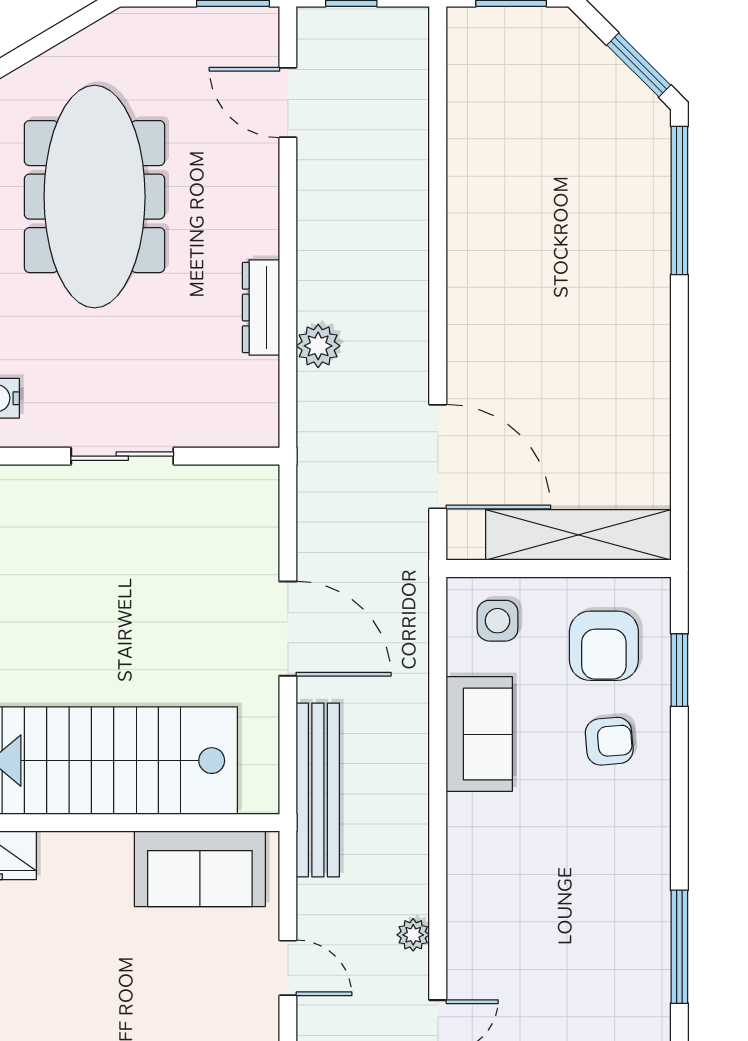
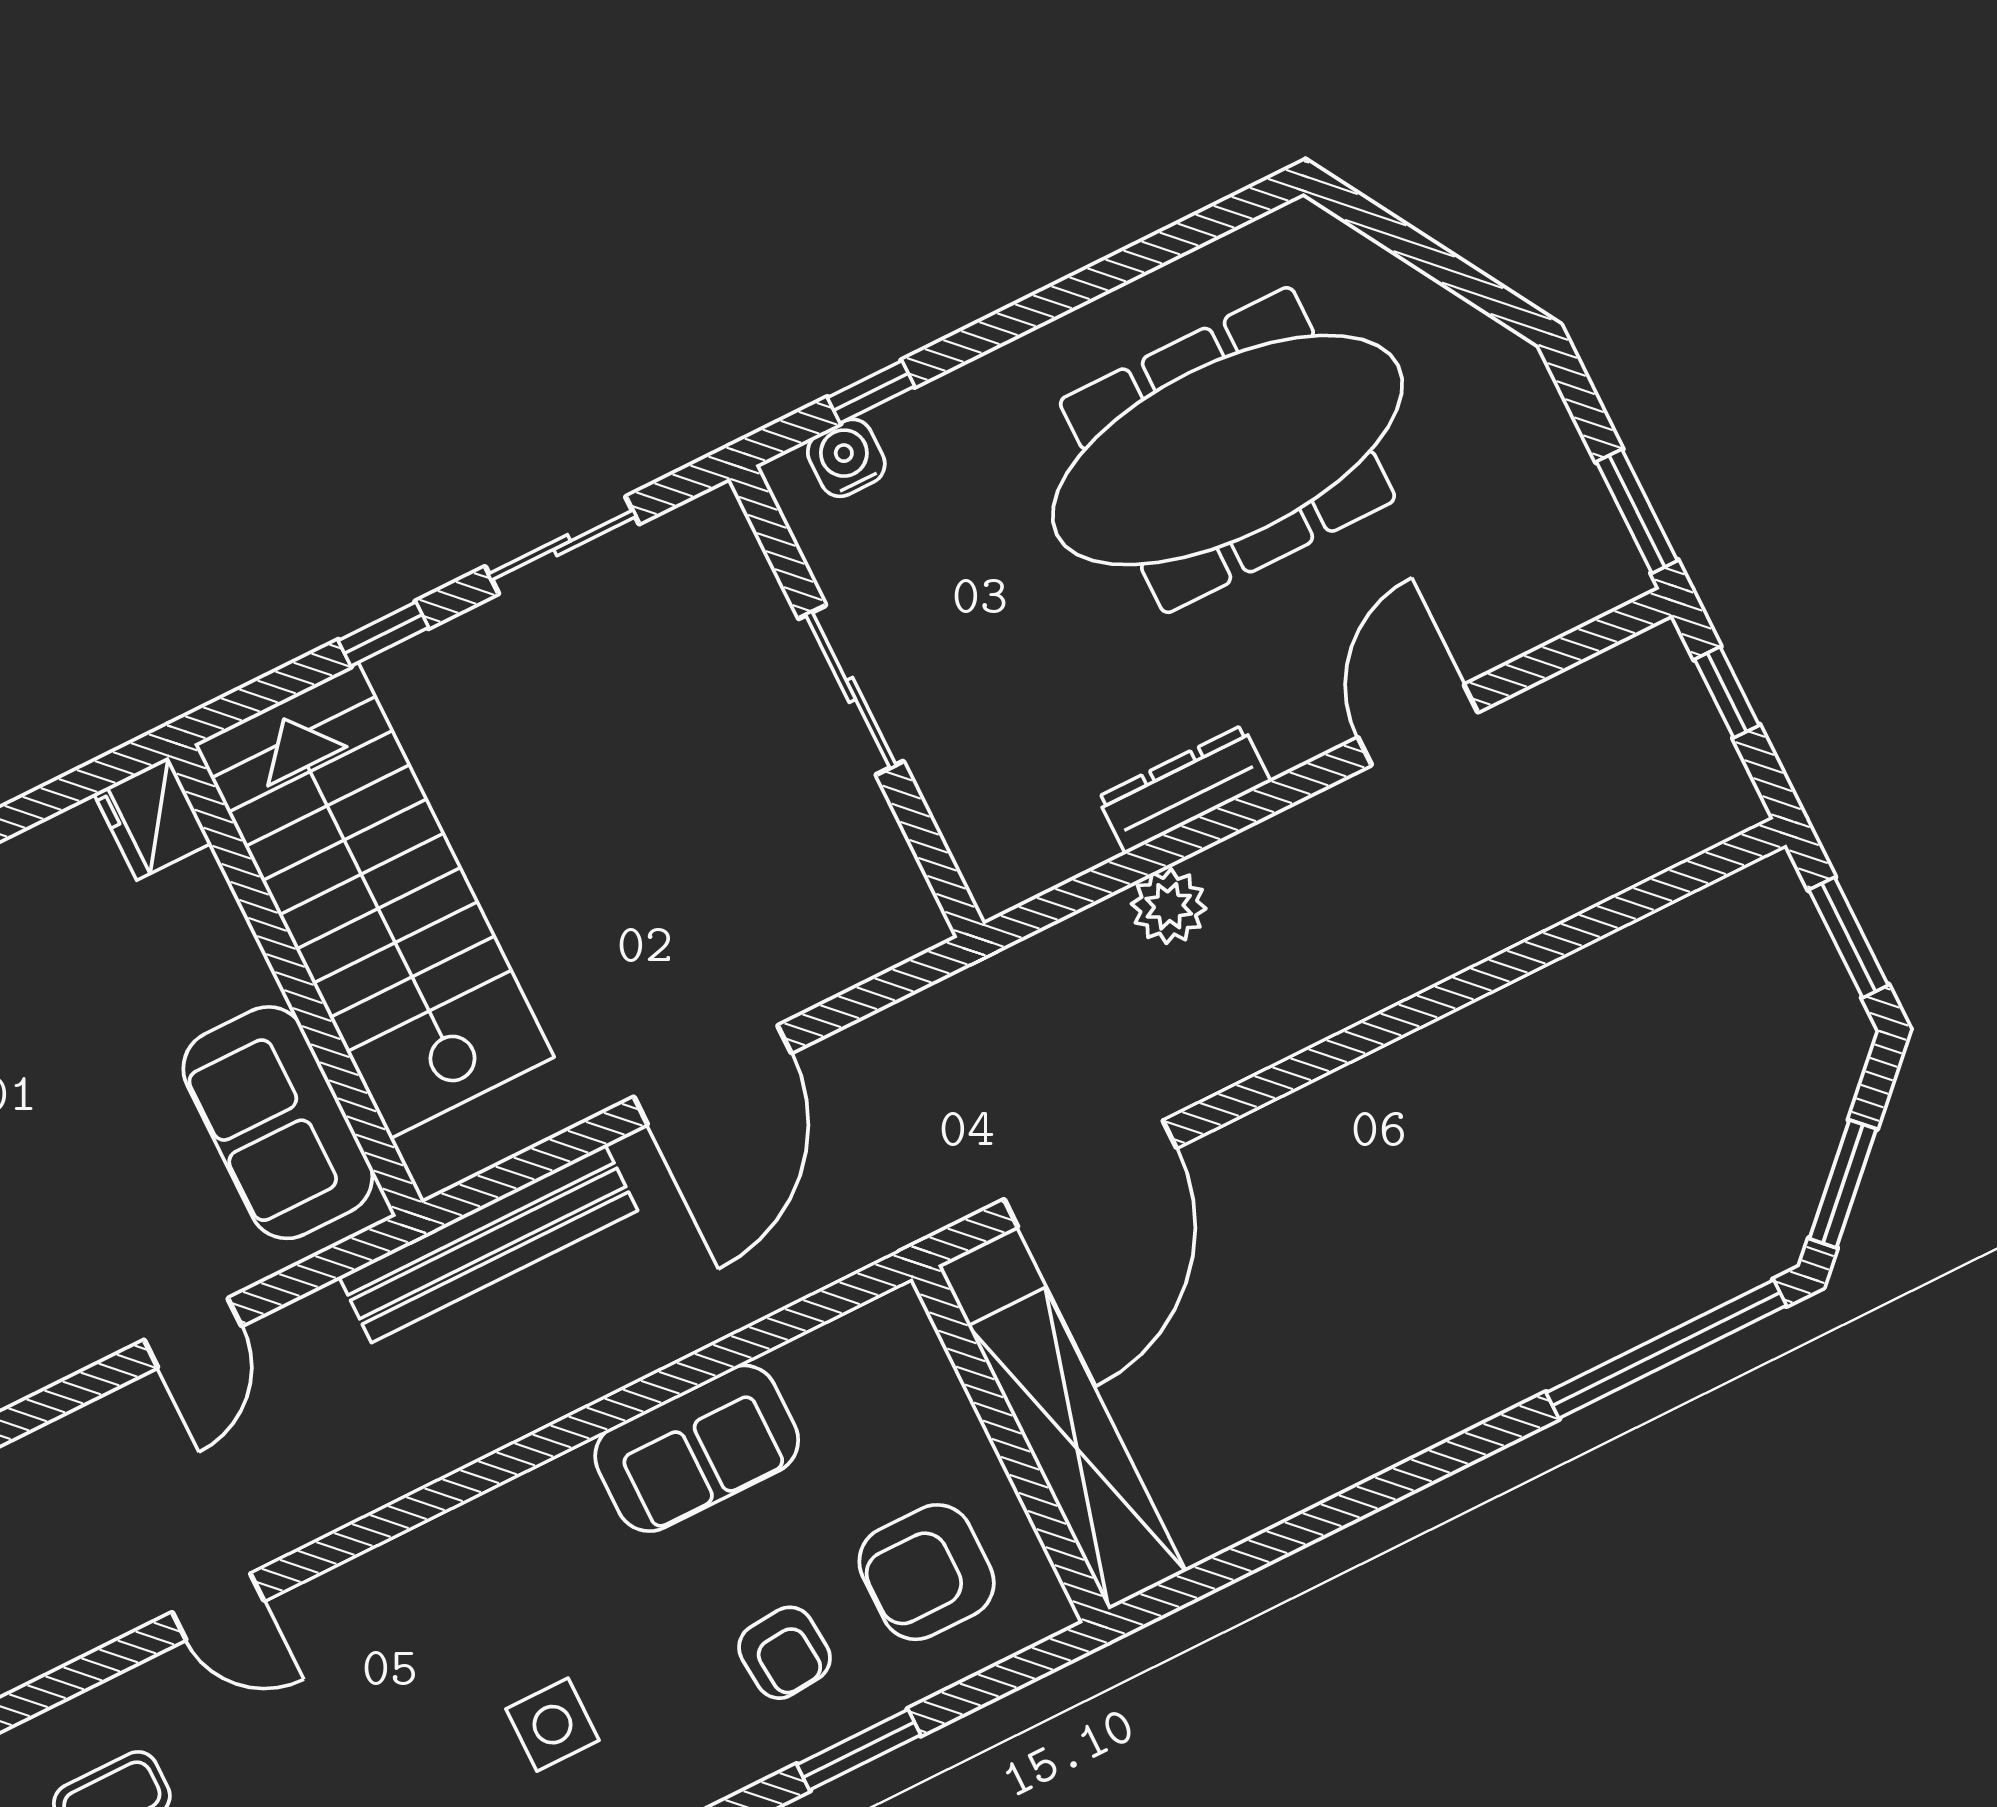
door: (288, 102) -> (1418, 725), moved
side table: (497, 621) -> (553, 1725), moved
window: (679, 670) -> (859, 1750), moved
plant: (413, 935) -> (339, 1500), removed

